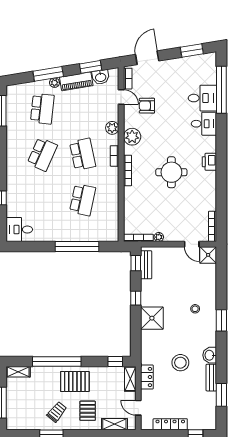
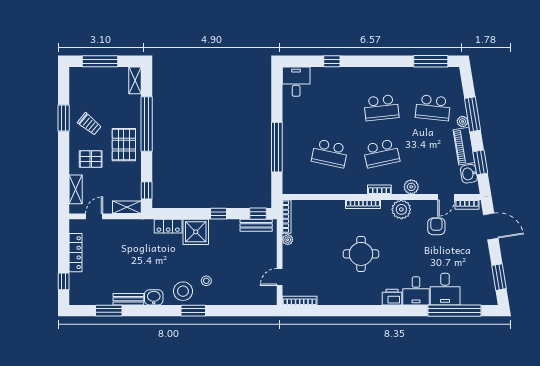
school desk: (42, 154) -> (381, 108), turned -30
printer: (209, 162) -> (392, 297), moved
shower: (208, 255) -> (267, 296), removed
stool: (180, 363) -> (183, 291), moved
locker: (147, 377) -> (168, 226), moved

